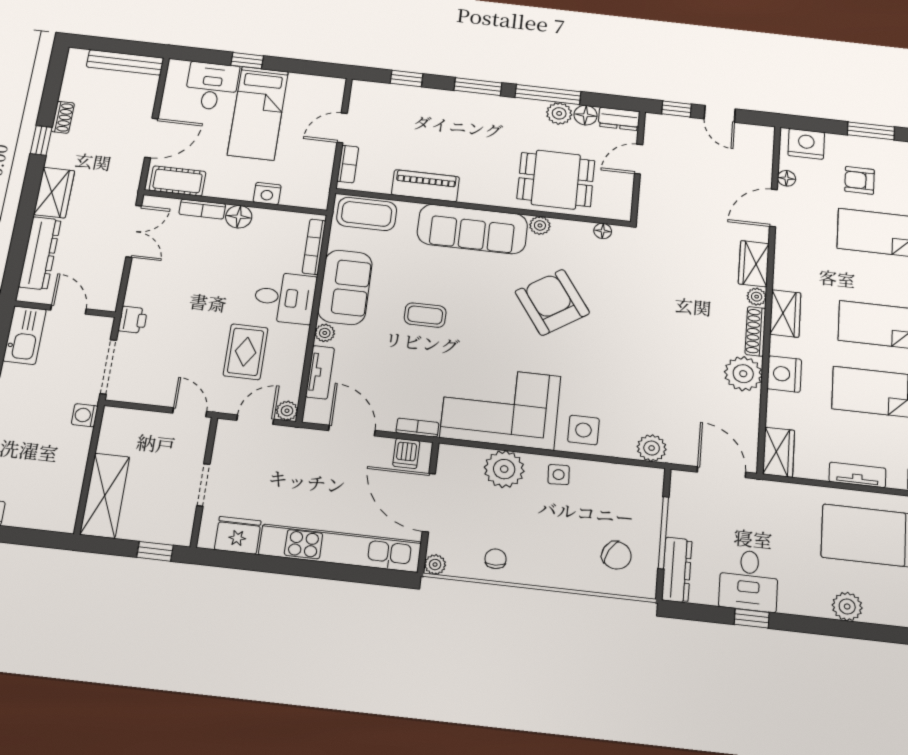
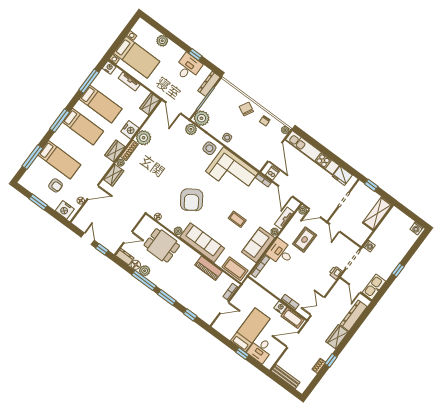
nightstand: (267, 194) -> (280, 307), moved
floor lamp: (239, 217) -> (279, 292), removed
plant: (504, 469) -> (202, 118), moved
chair: (616, 555) -> (246, 109), moved

